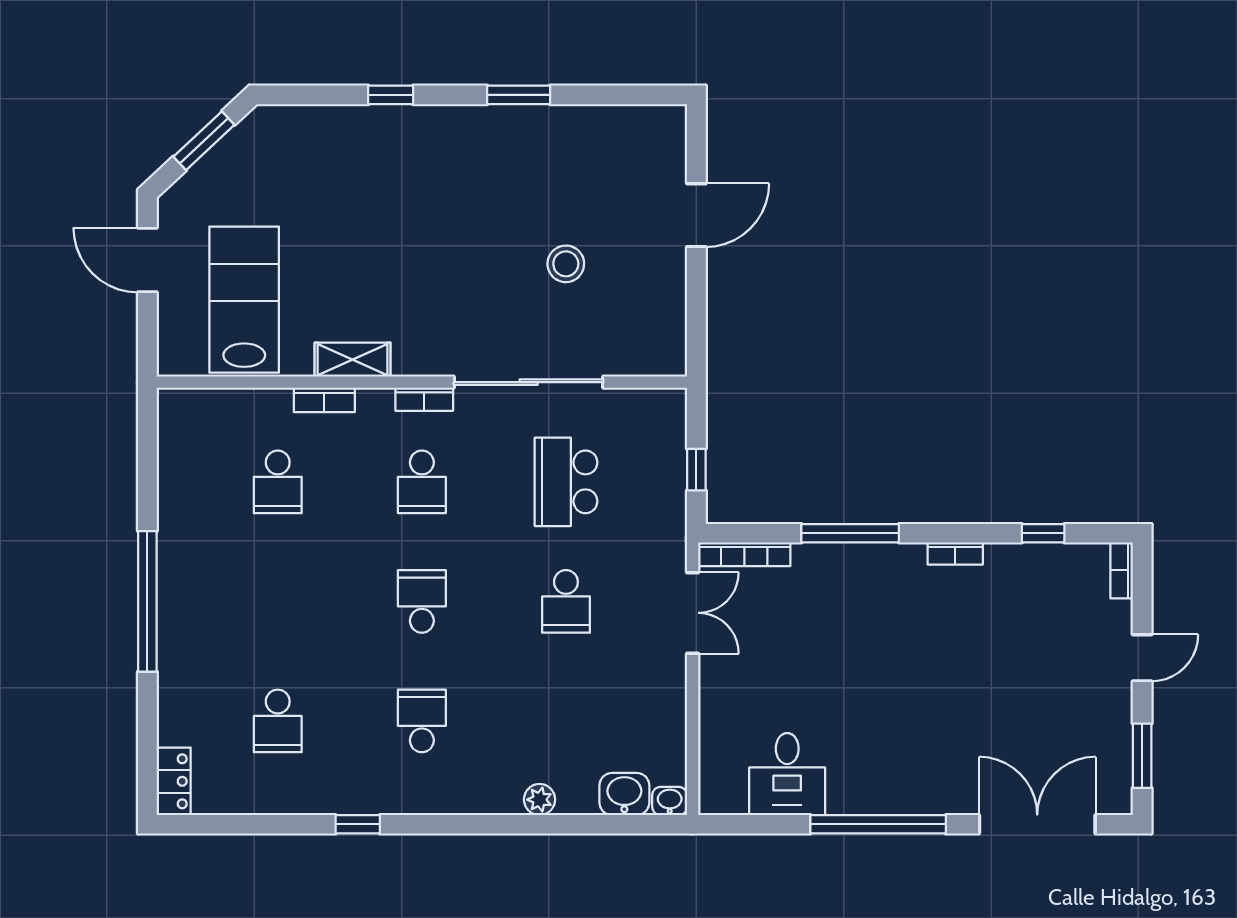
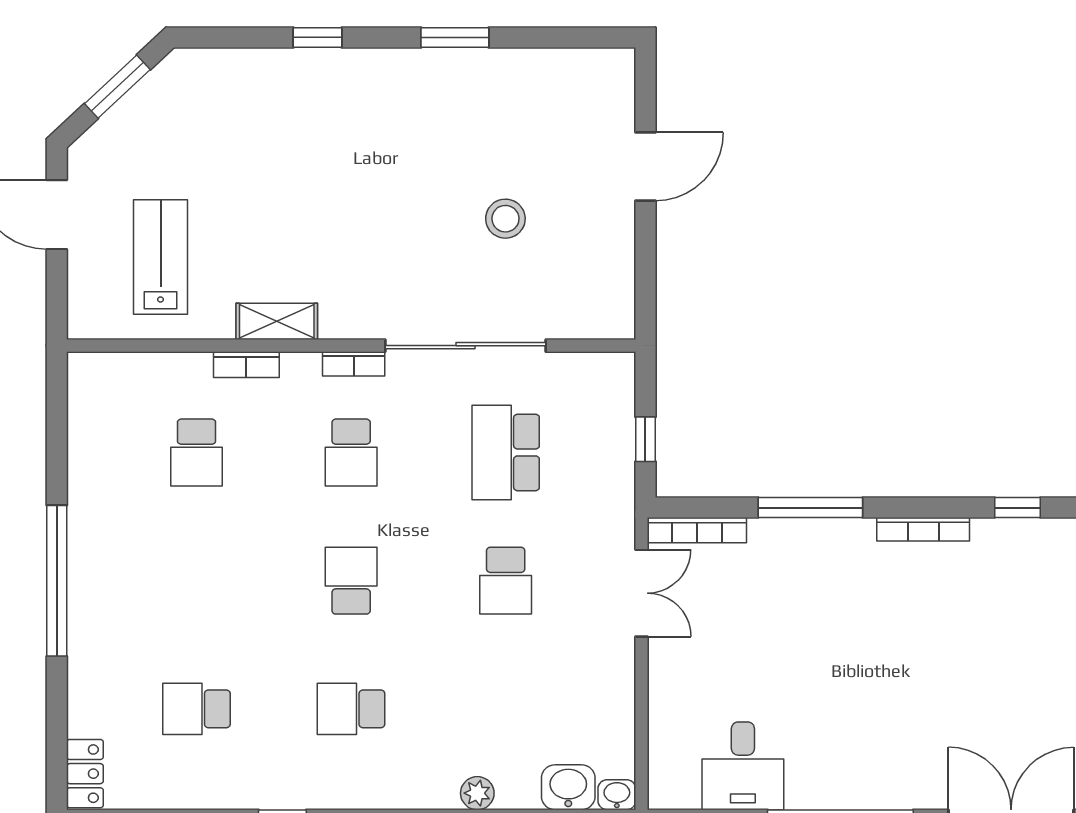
lab bench: (244, 300) -> (161, 257), width x0.73, depth x0.72
bookcase: (955, 554) -> (923, 529), width x1.56
school desk: (278, 721) -> (197, 709), turned 90
school desk: (422, 721) -> (351, 709), turned -90

